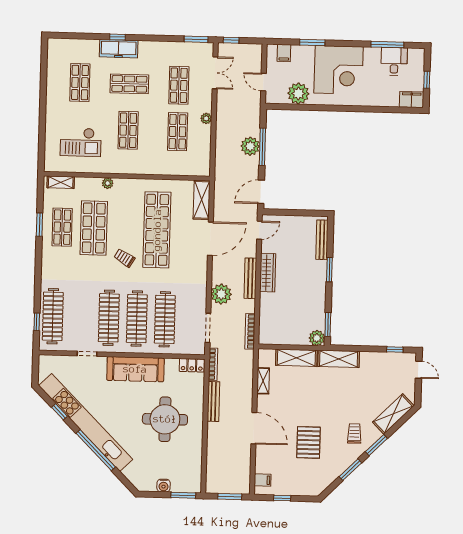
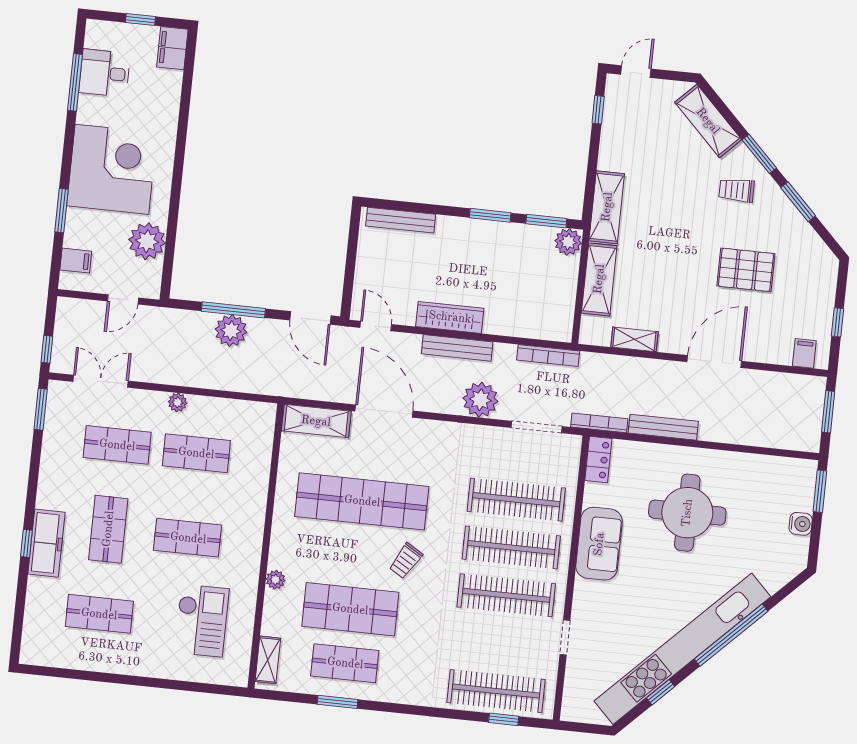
window: (329, 270) -> (490, 215), moved
sofa: (135, 369) -> (599, 544), width x0.73

